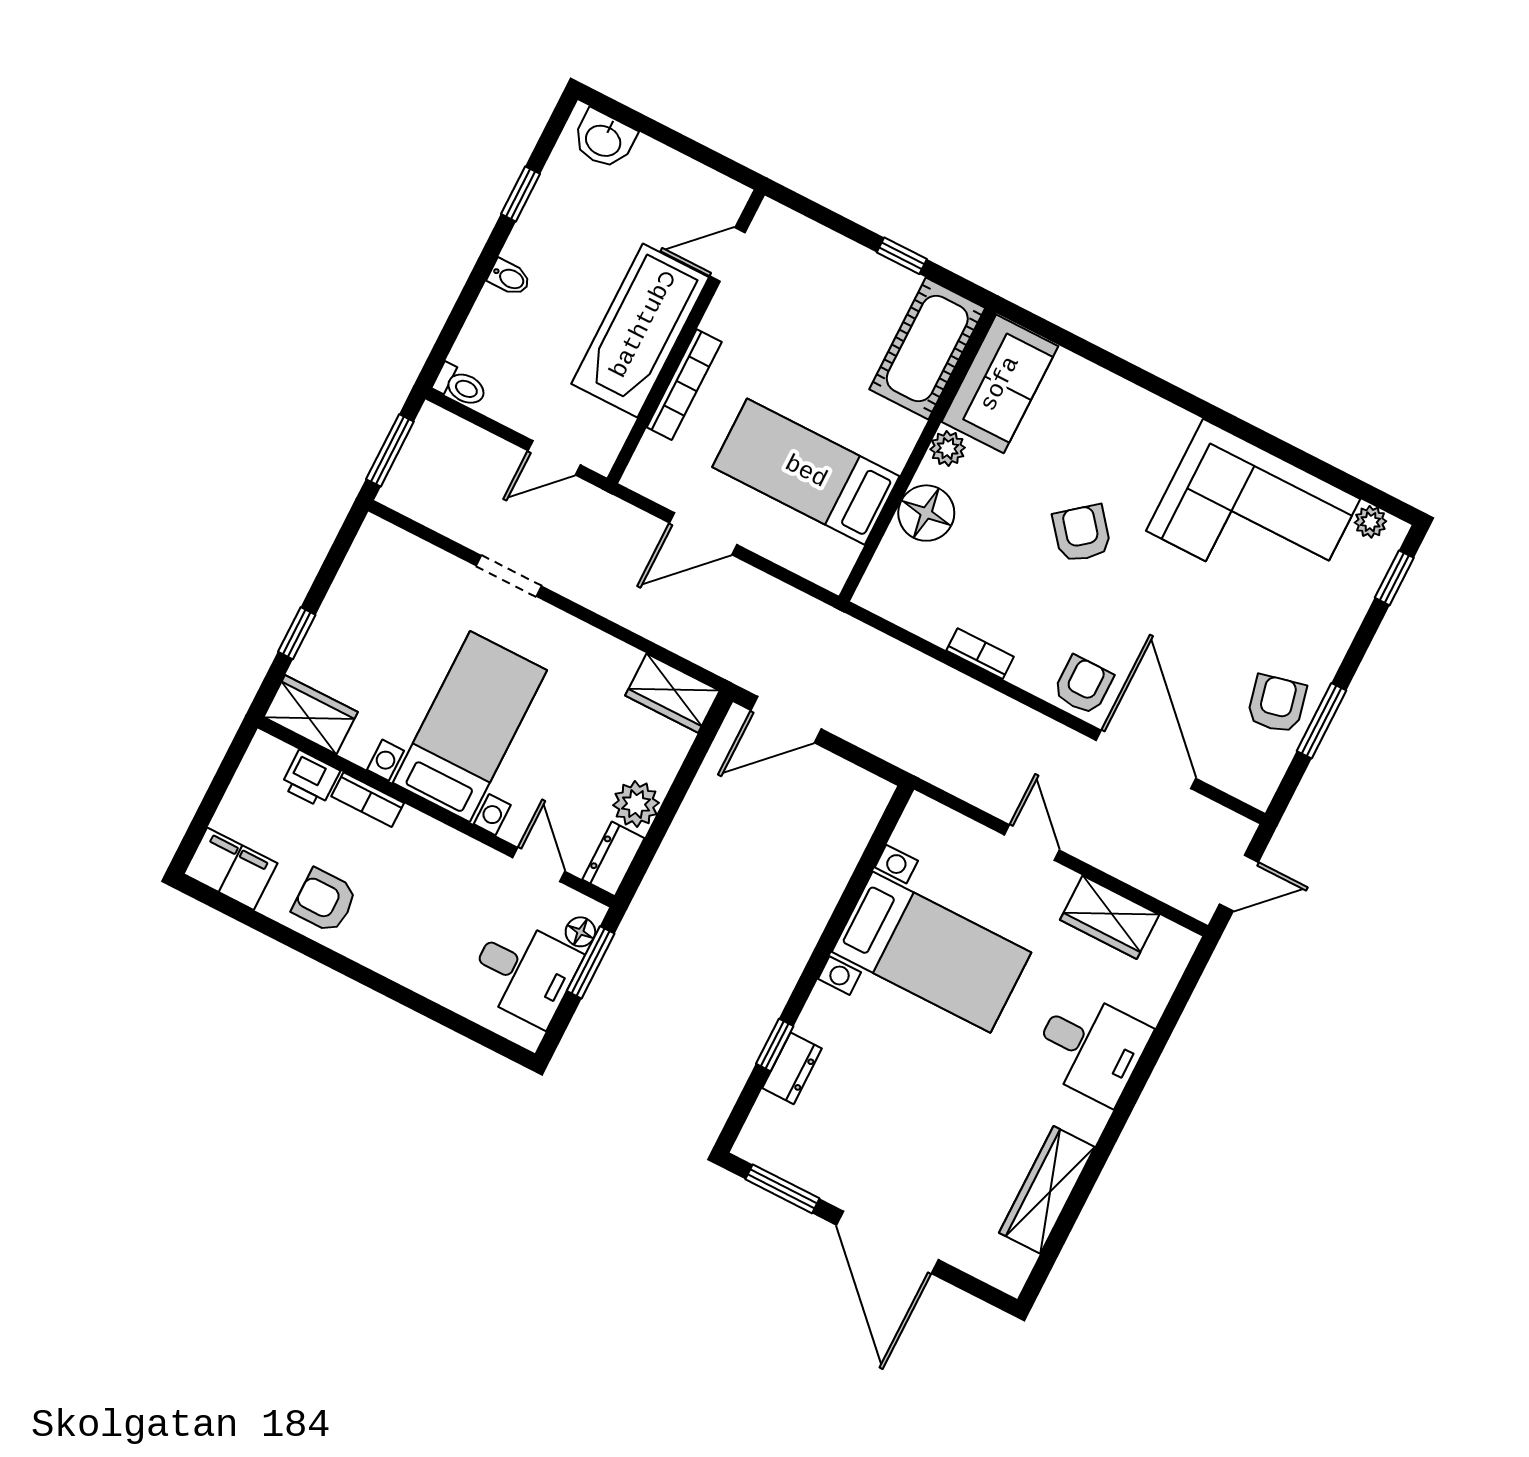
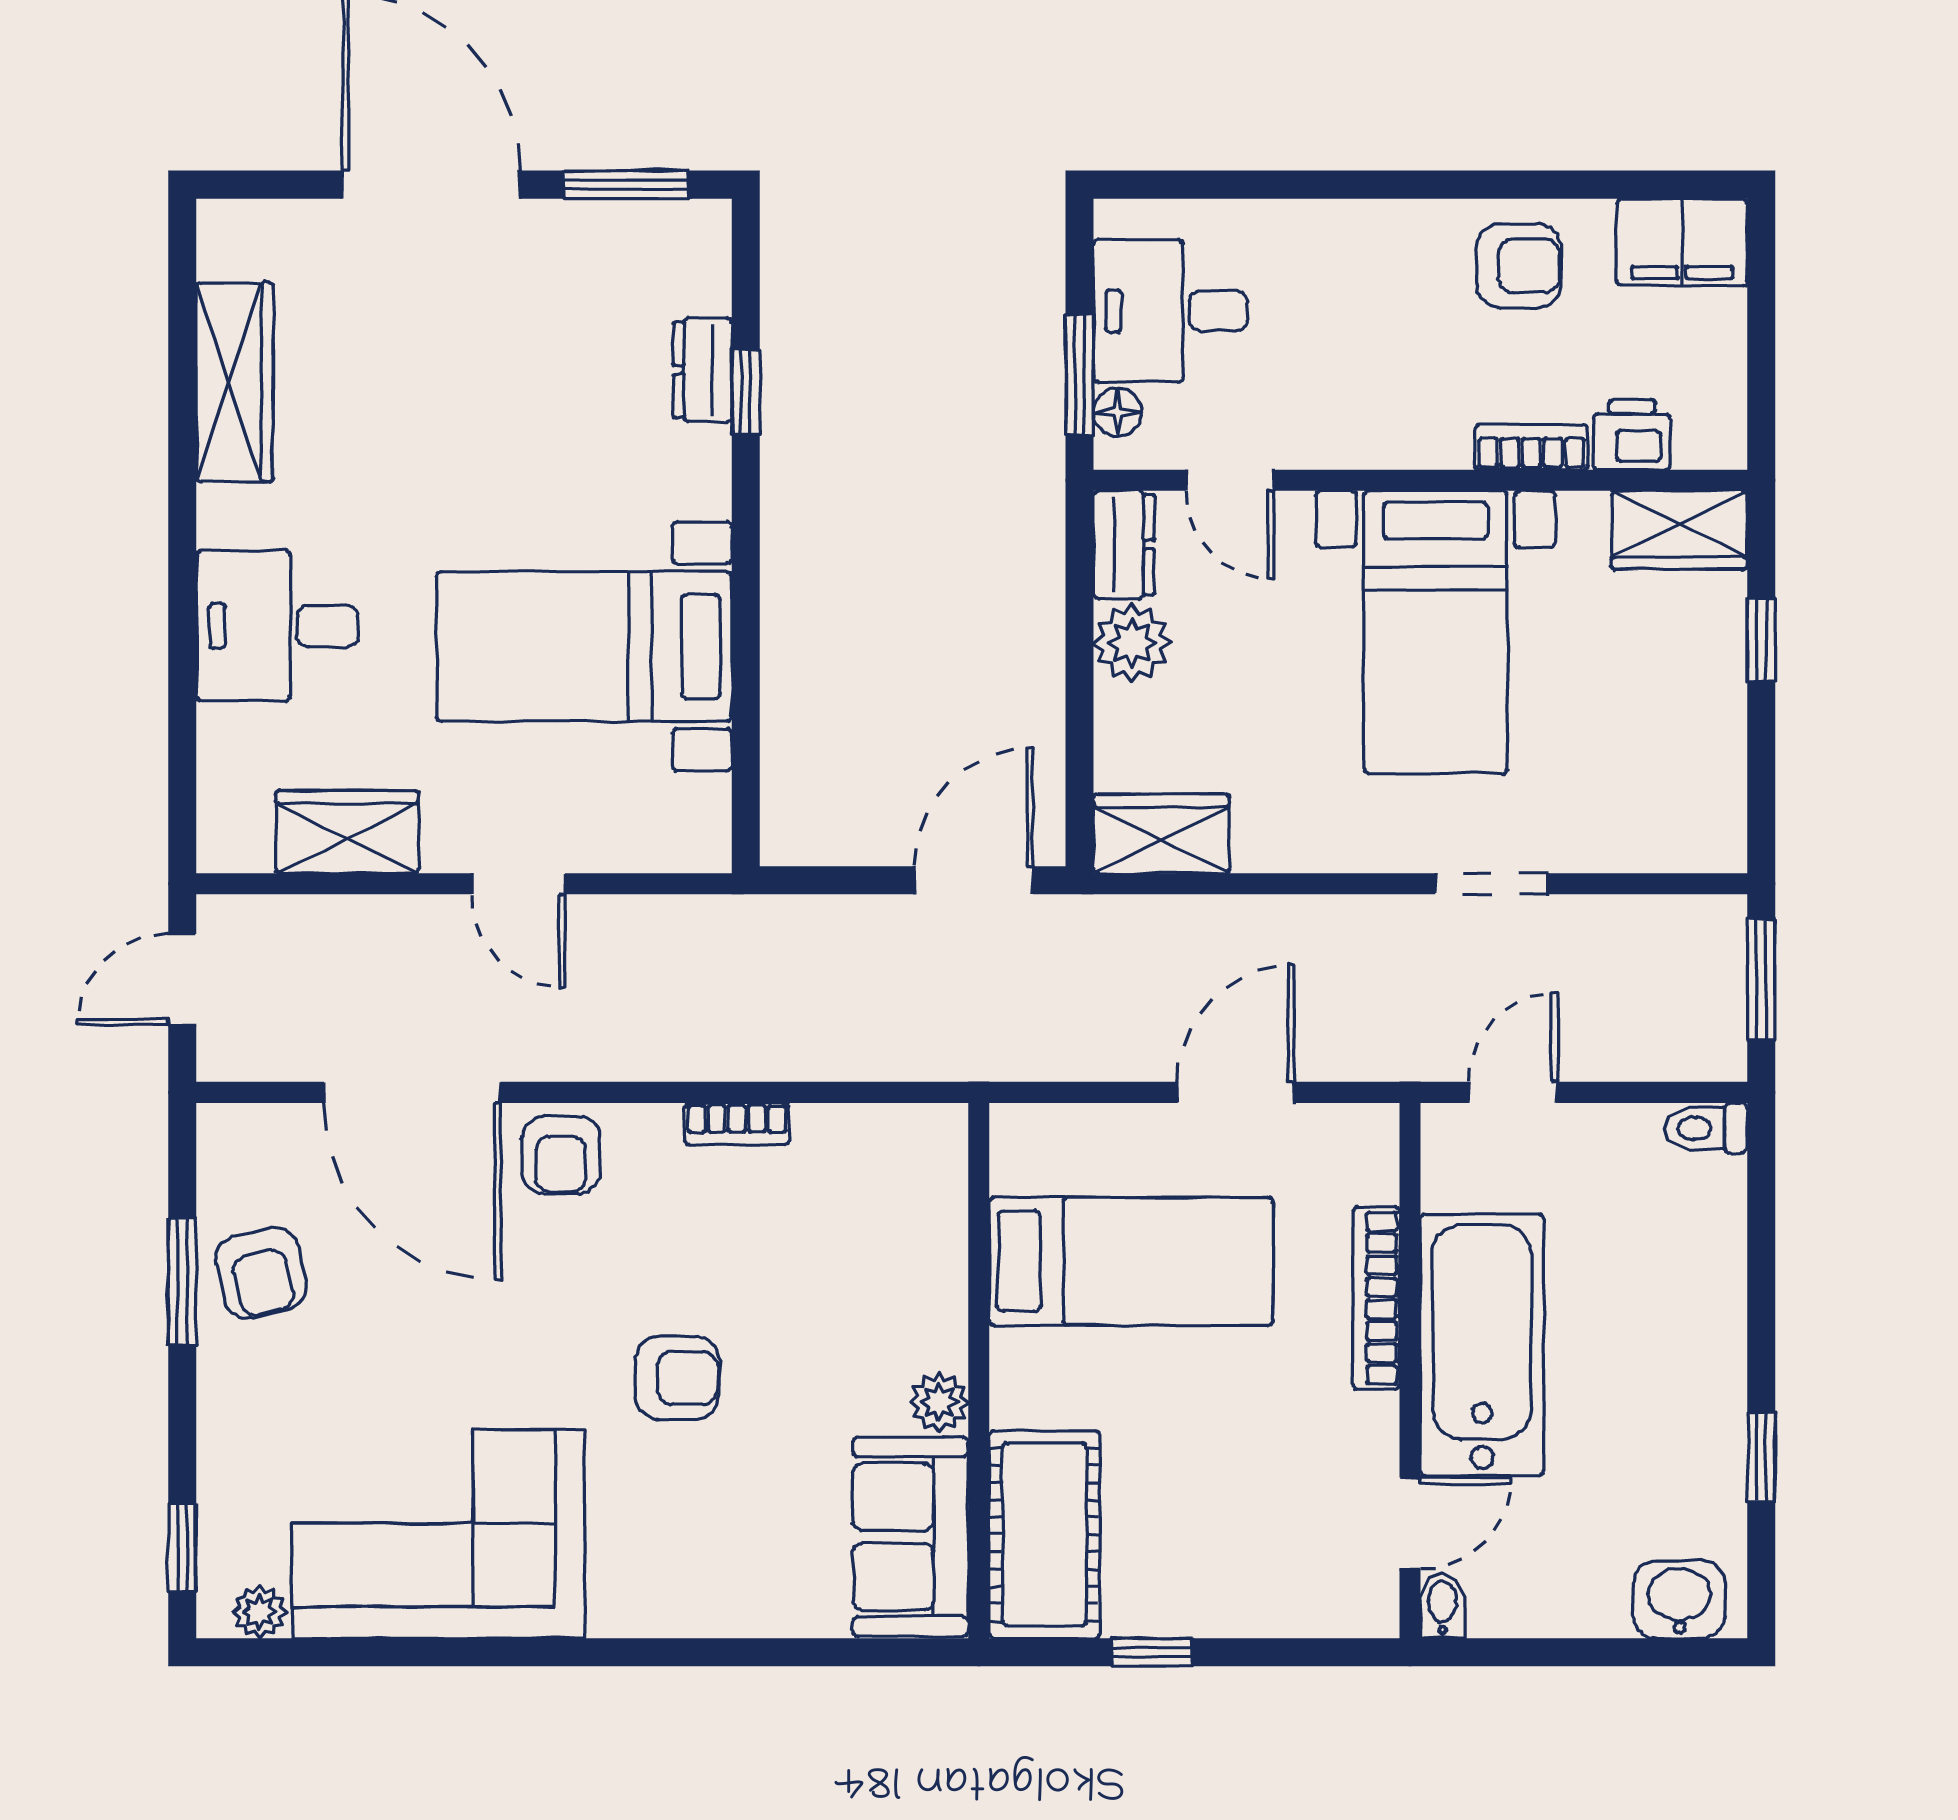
bidet: (509, 278) -> (1442, 1606), moved, turned 90
floor lamp: (926, 513) -> (922, 1291), removed
armchair: (1082, 533) -> (677, 1378), turned -51

